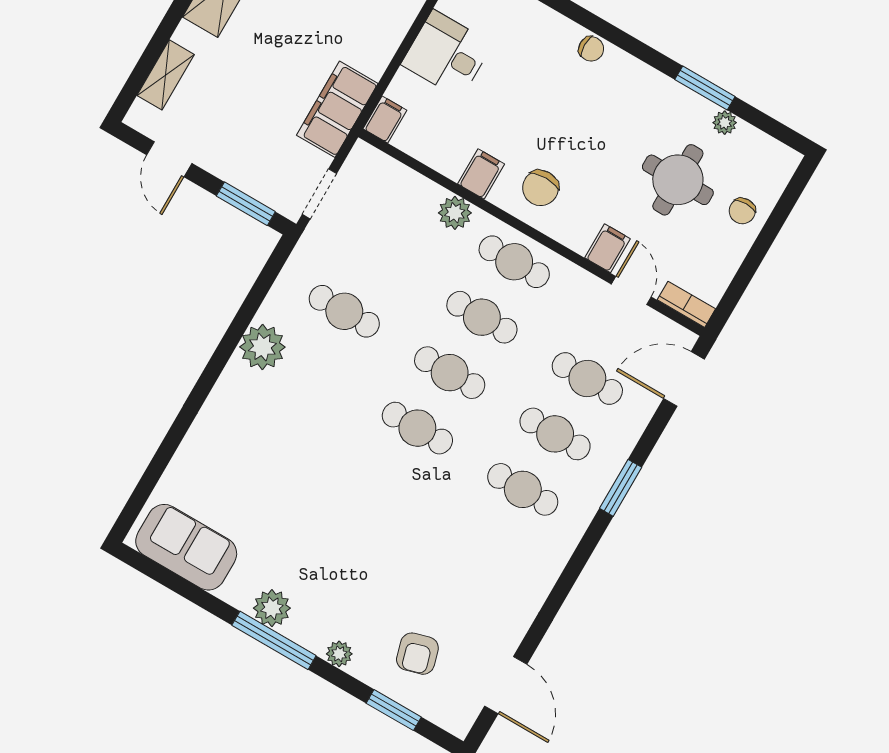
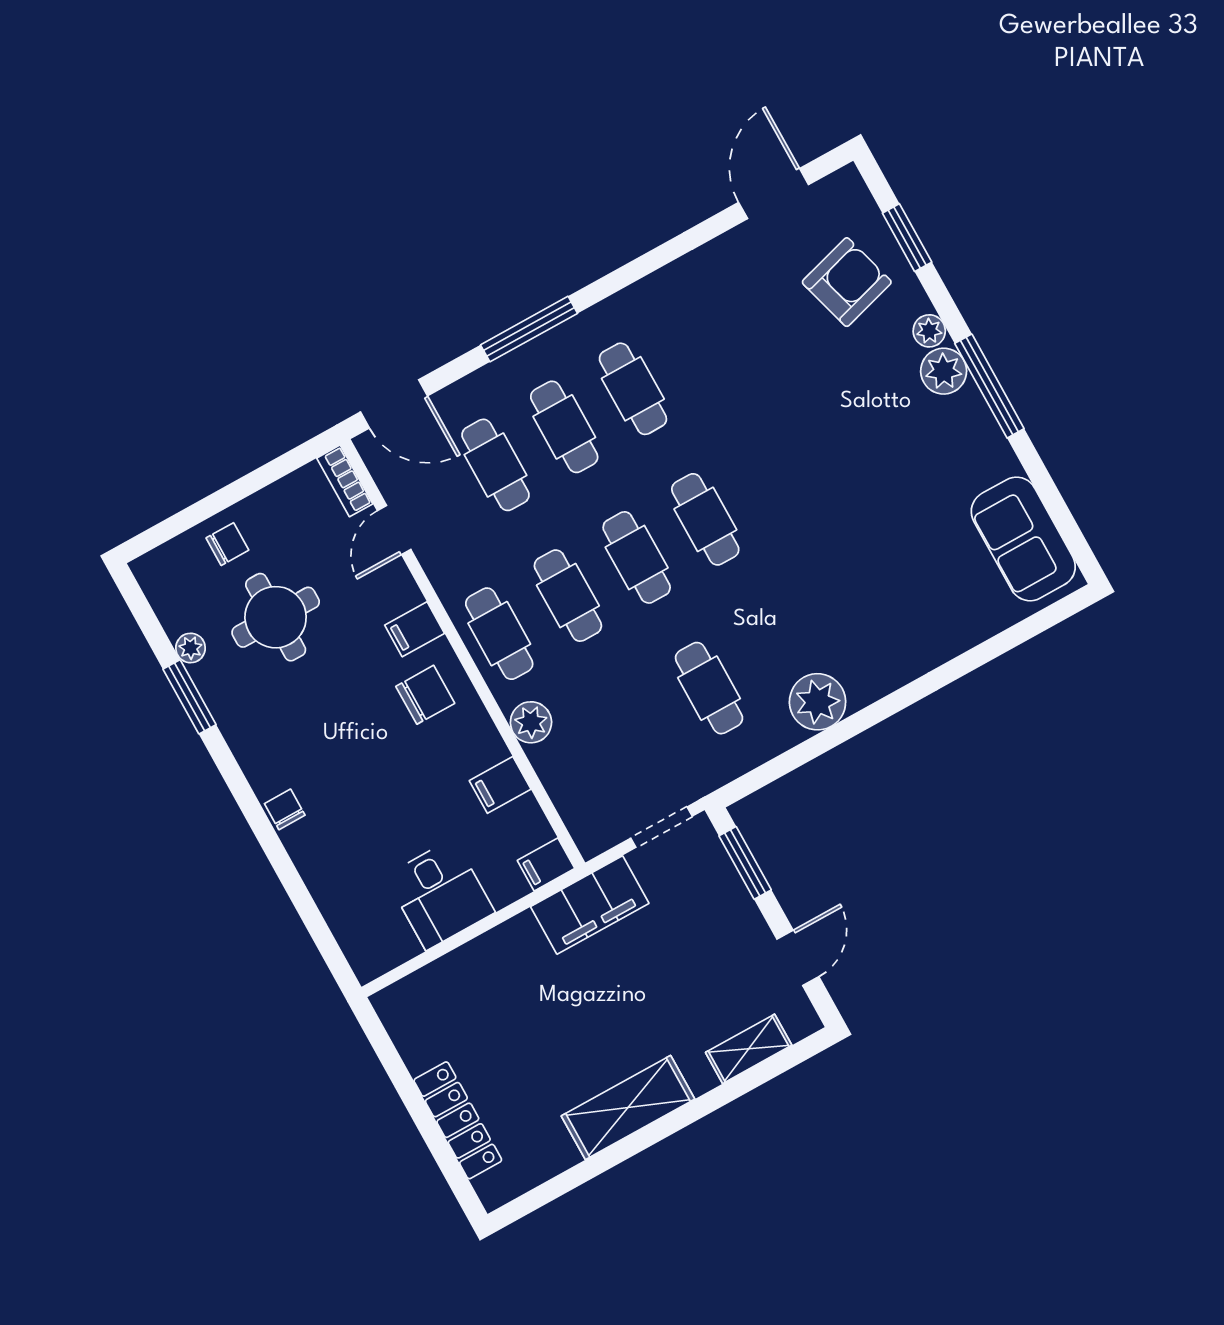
filing cabinet: (481, 174) -> (500, 785), moved
filing cabinet: (607, 248) -> (415, 629), moved
window: (621, 488) -> (529, 329), width x1.44
plant: (272, 608) -> (944, 371), moved
armchair: (417, 654) -> (847, 282), width x1.38, depth x1.38

